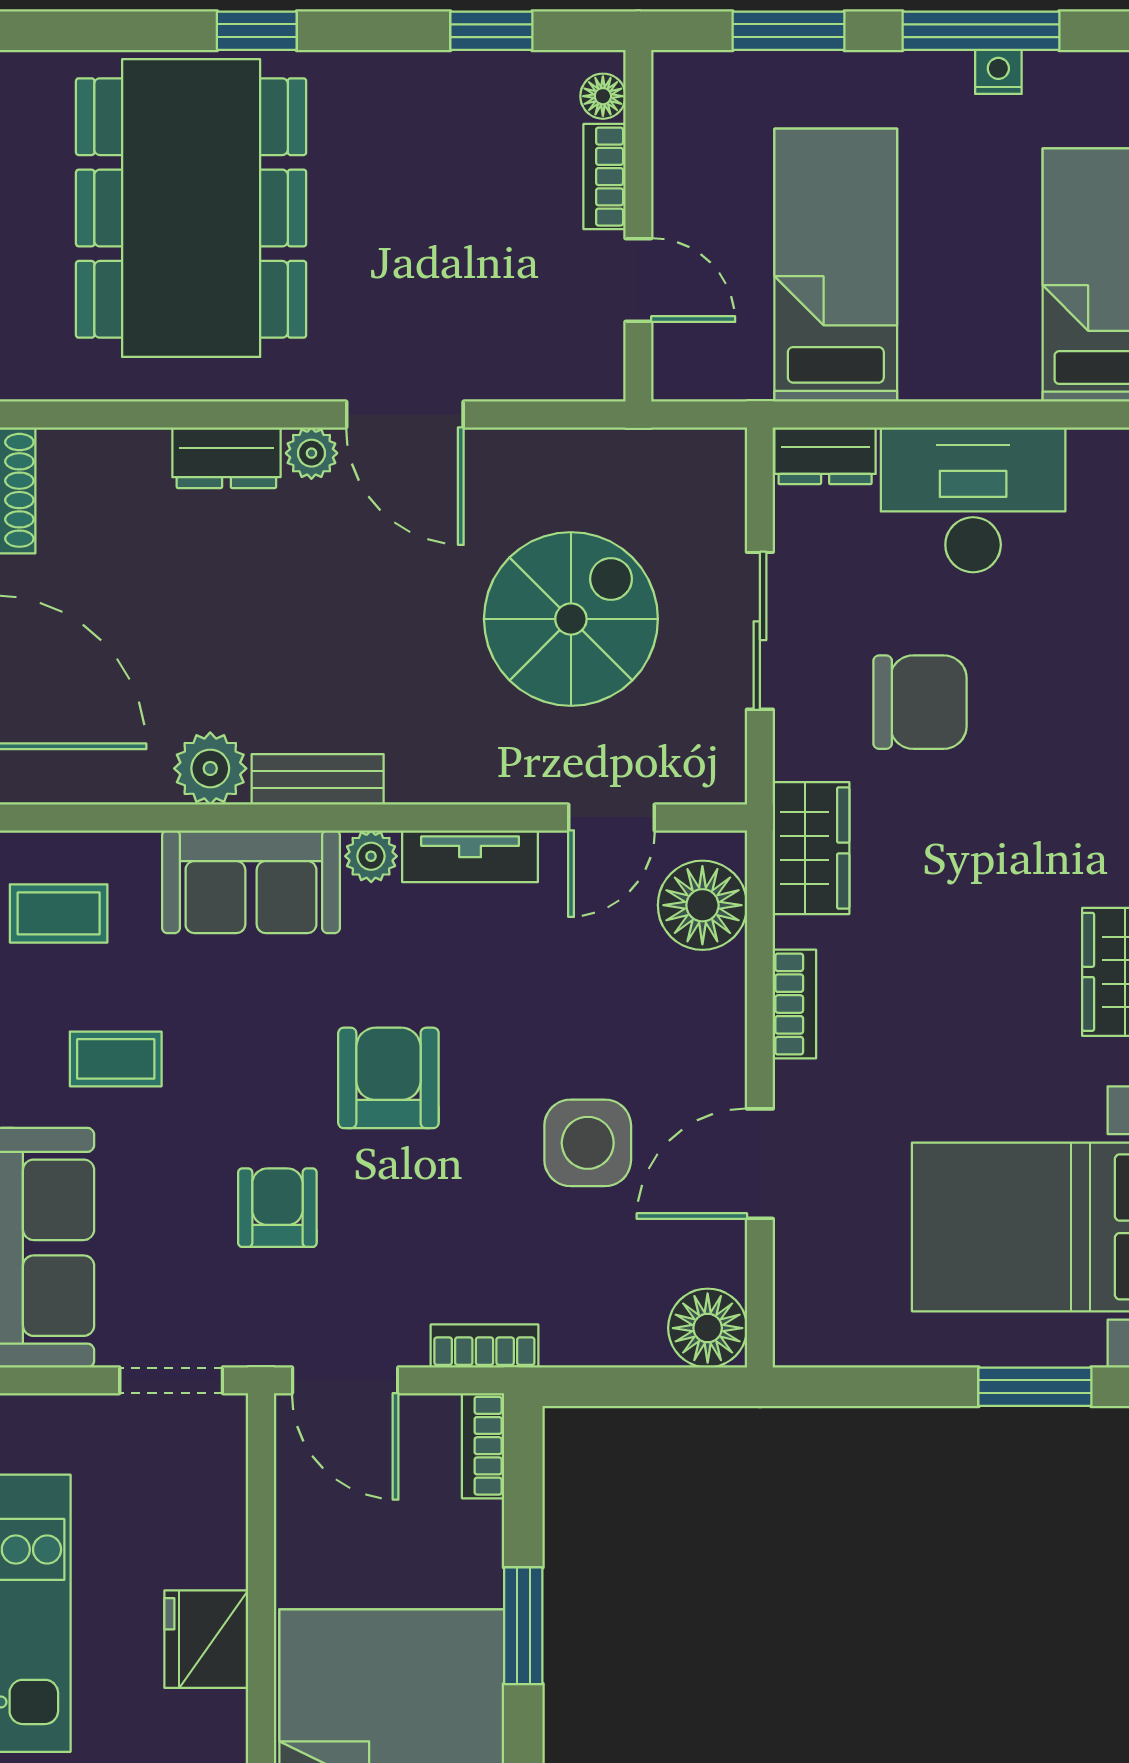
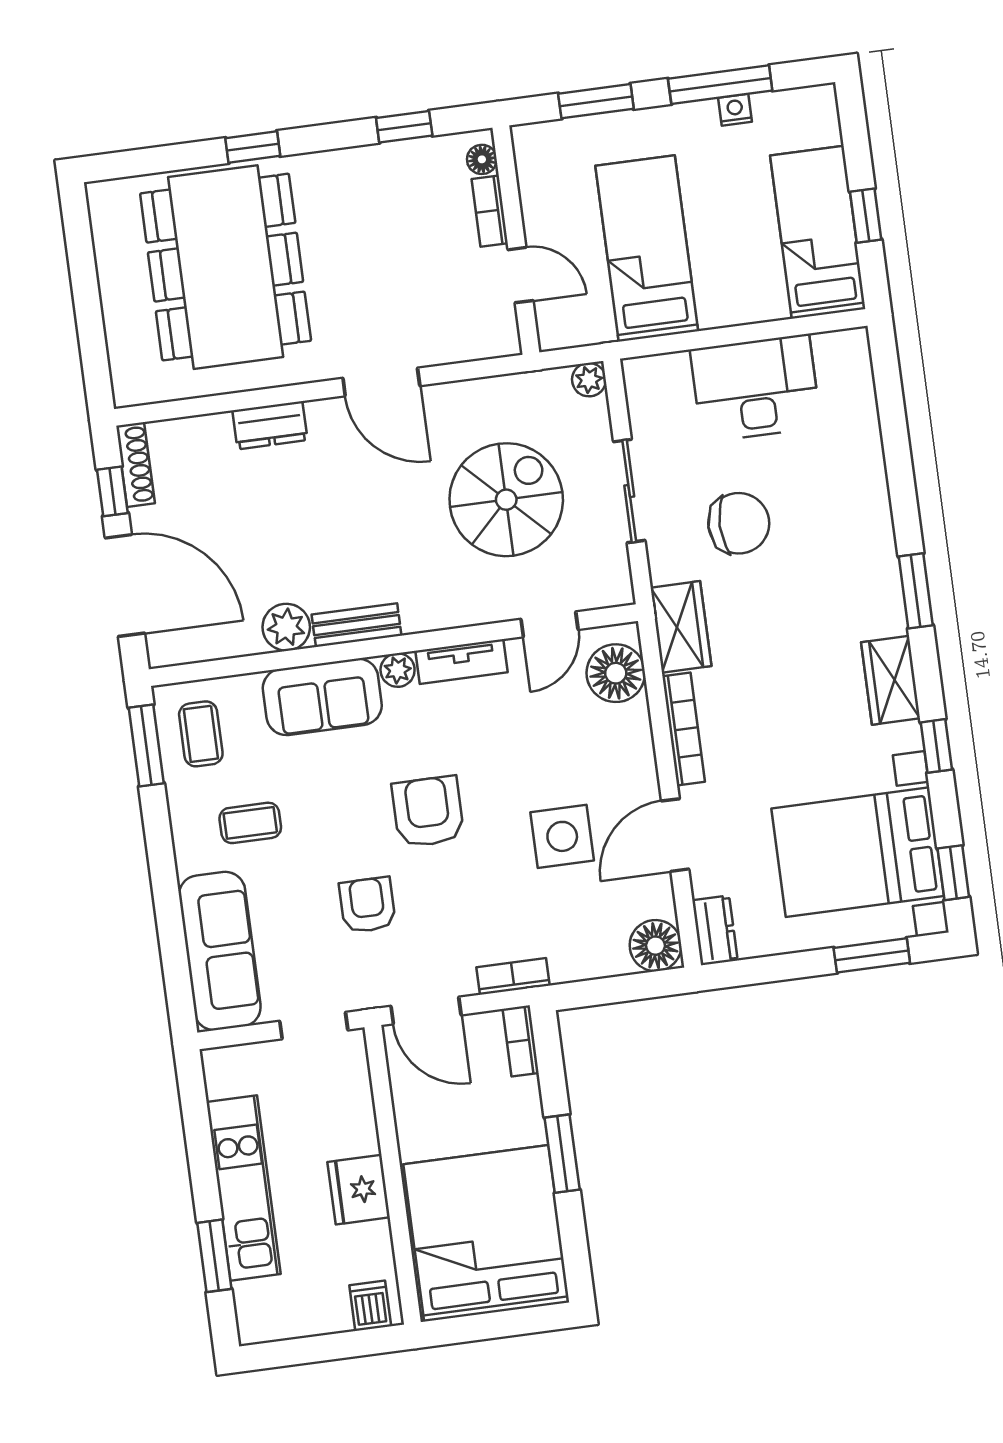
plant: (311, 453) -> (589, 380), moved
dresser: (825, 456) -> (715, 930), moved, turned -90
coffee table: (59, 913) -> (201, 734), turned 90
bookcase: (794, 1004) -> (684, 729), width x1.56

